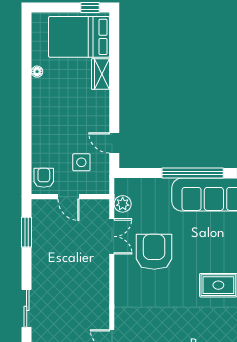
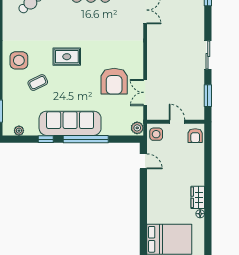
wardrobe: (100, 74) -> (198, 197), moved, turned 180
side table: (81, 162) -> (156, 134), moved
plant: (123, 204) -> (137, 128), moved
sliding door: (27, 308) -> (208, 55), moved

